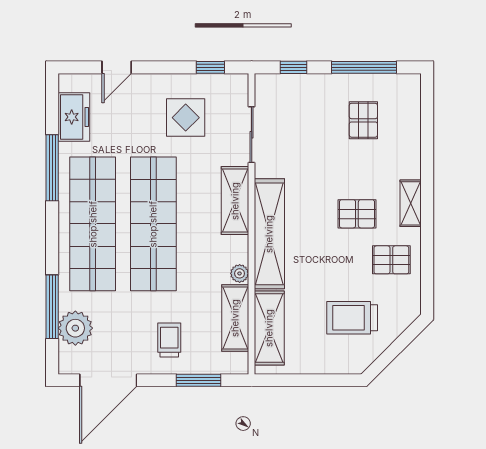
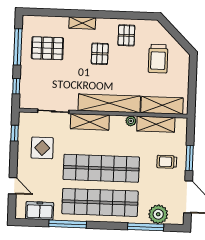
pallet: (363, 120) -> (47, 48), width x1.50, depth x1.42
shelving: (411, 203) -> (82, 23), moved
window: (199, 380) -> (190, 158), moved

